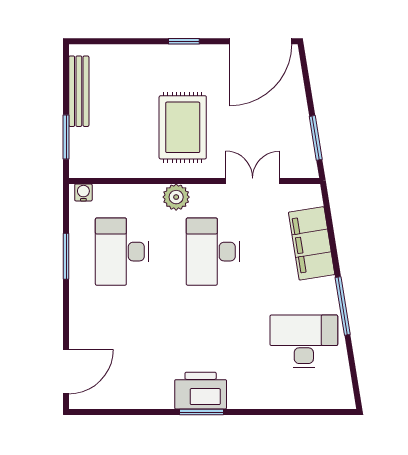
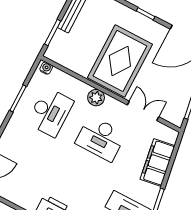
rug: (183, 127) -> (120, 61), width x1.37, depth x1.44
desk: (122, 252) -> (50, 112), turned 180
desk: (213, 252) -> (101, 138), turned -90

